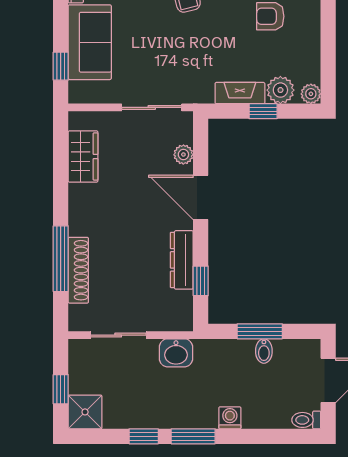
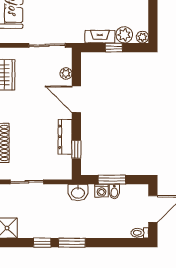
washbasin: (176, 353) -> (78, 193), moved
washing machine: (230, 418) -> (101, 191), moved, turned 180

